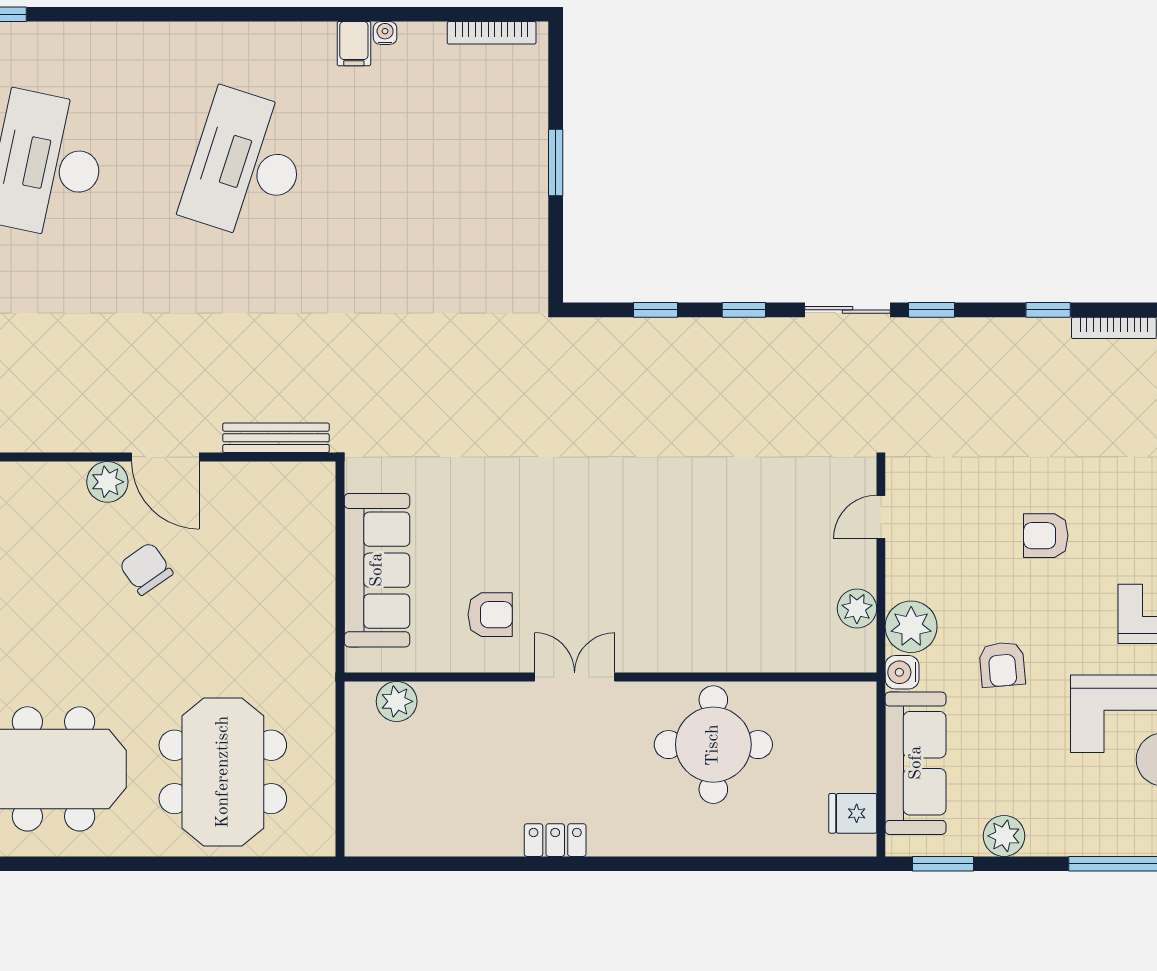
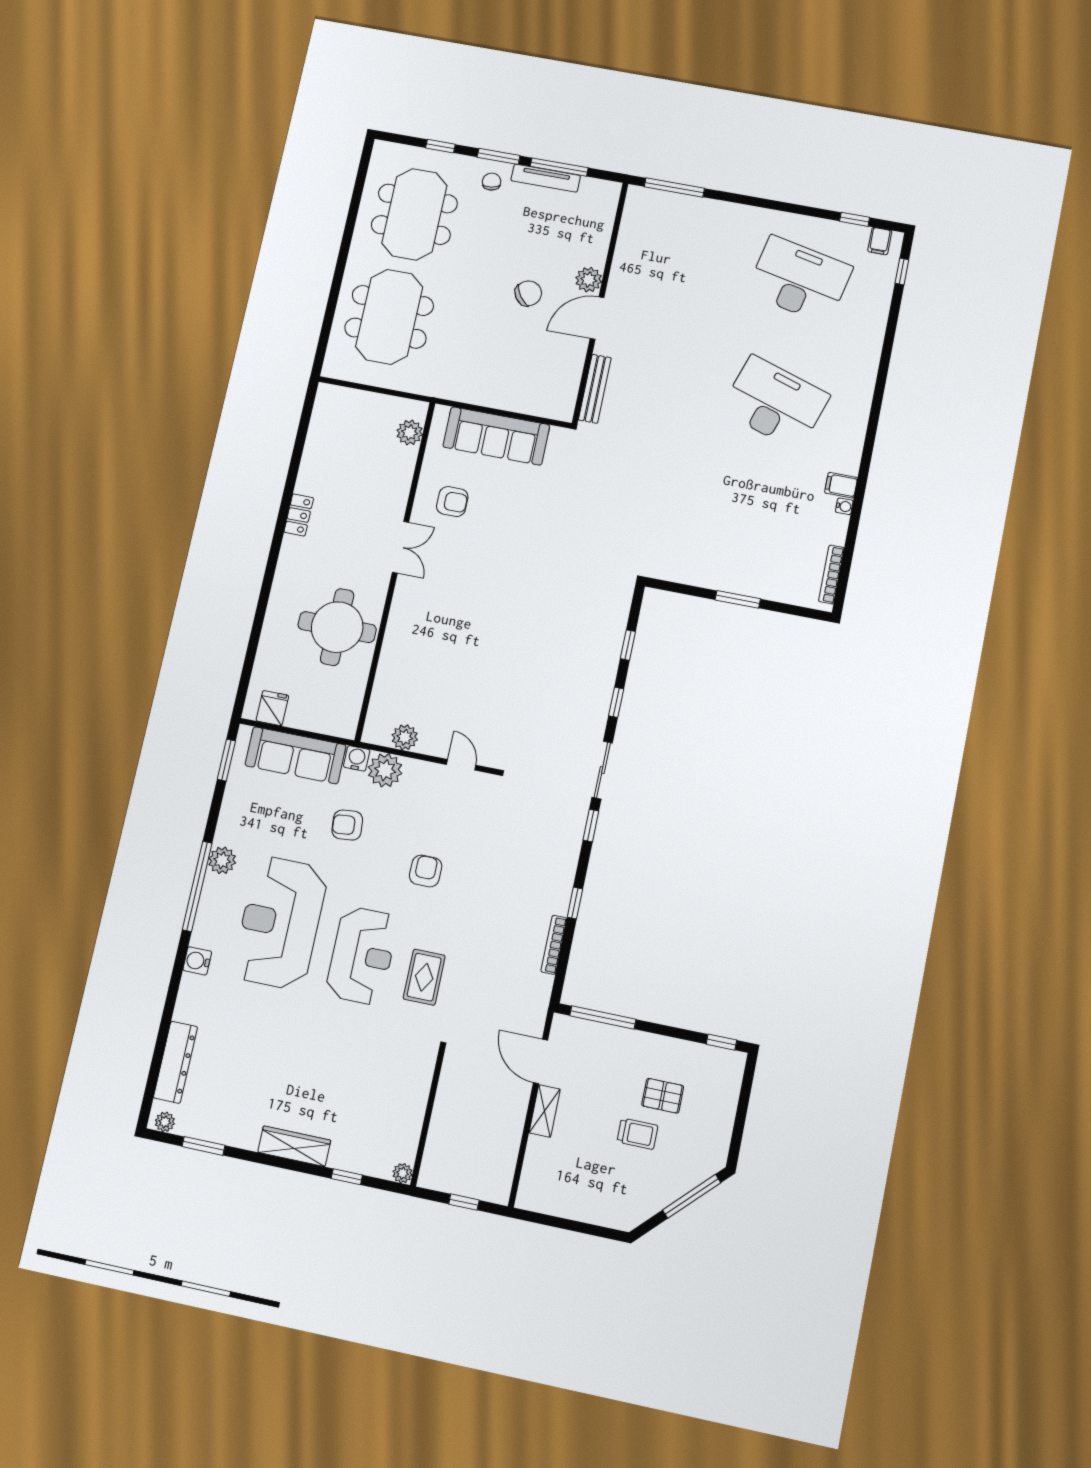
armchair: (490, 615) -> (452, 502), turned -90
meeting table: (223, 772) -> (389, 317), turned 90
plant: (1004, 836) -> (222, 860), moved

